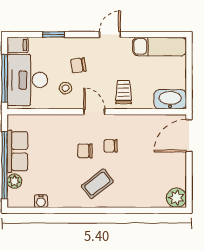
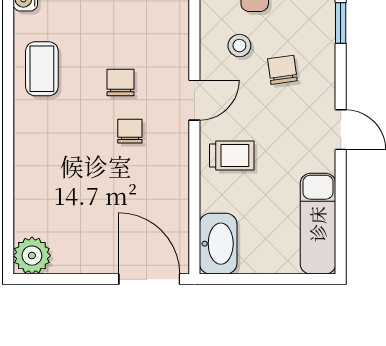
coffee table: (97, 184) -> (42, 69), moved, turned 38

